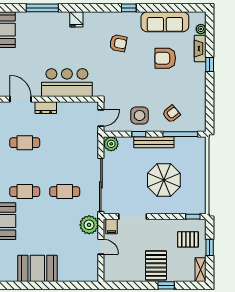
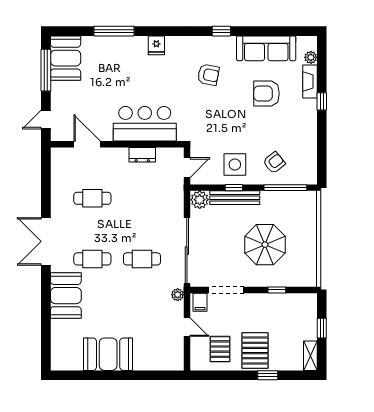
dresser: (46, 108) -> (142, 155), moved
bench: (154, 142) -> (235, 198), moved
window: (193, 217) -> (277, 290), moved
plant: (89, 225) -> (178, 295), width x0.53, depth x0.53
pallet: (188, 239) -> (220, 349), moved, turned 90

